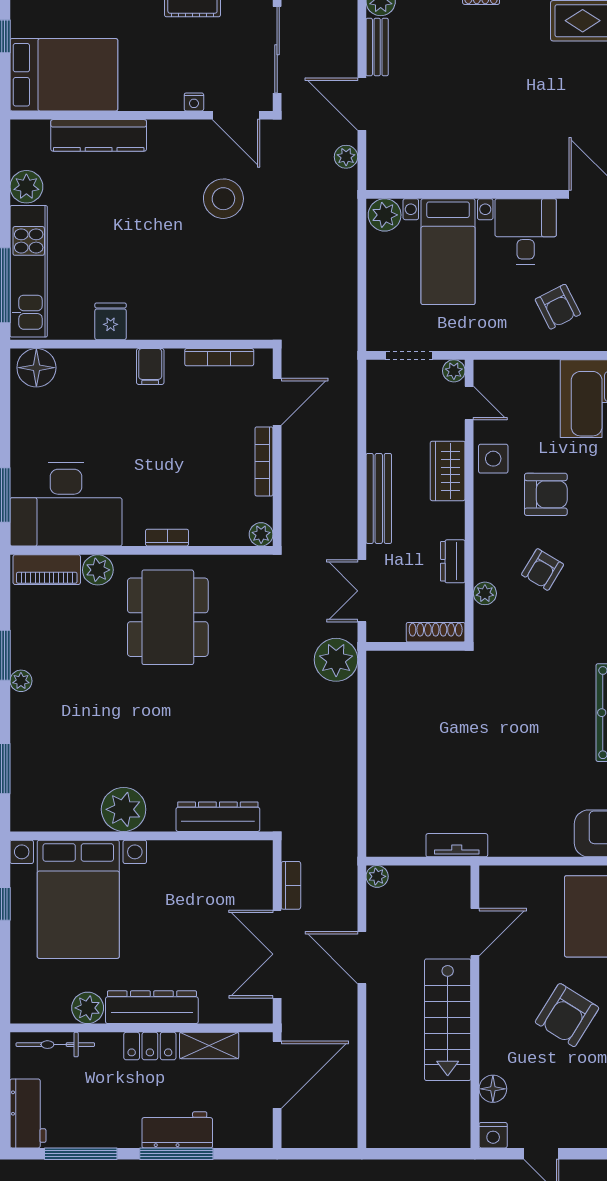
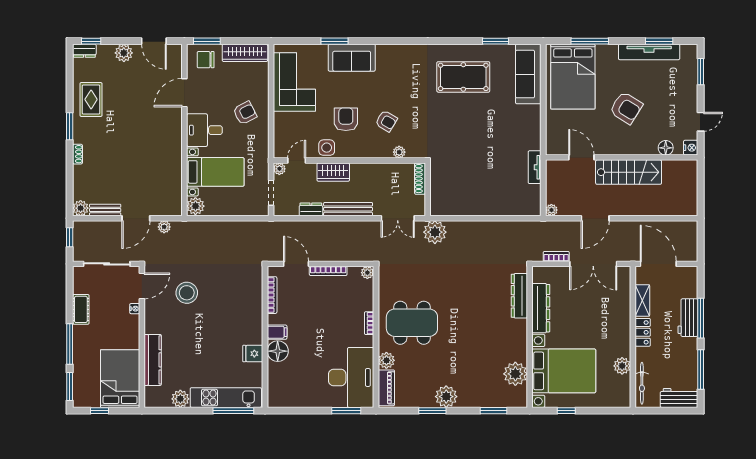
floor lamp: (36, 368) -> (278, 351), moved
dresser: (453, 561) -> (311, 209), moved, turned 180
plant: (21, 681) -> (446, 397), width x1.88, depth x1.88
plant: (124, 809) -> (515, 374), moved
dresser: (152, 1007) -> (541, 308), moved, turned 180

